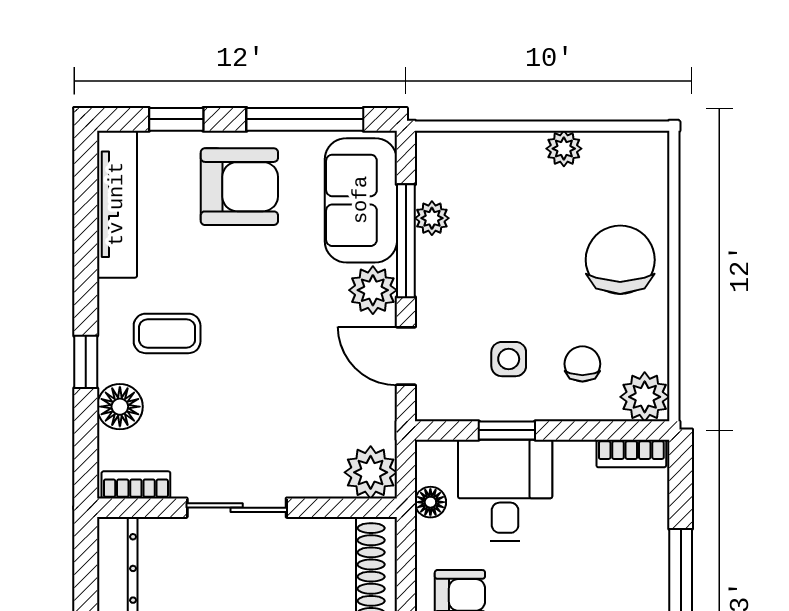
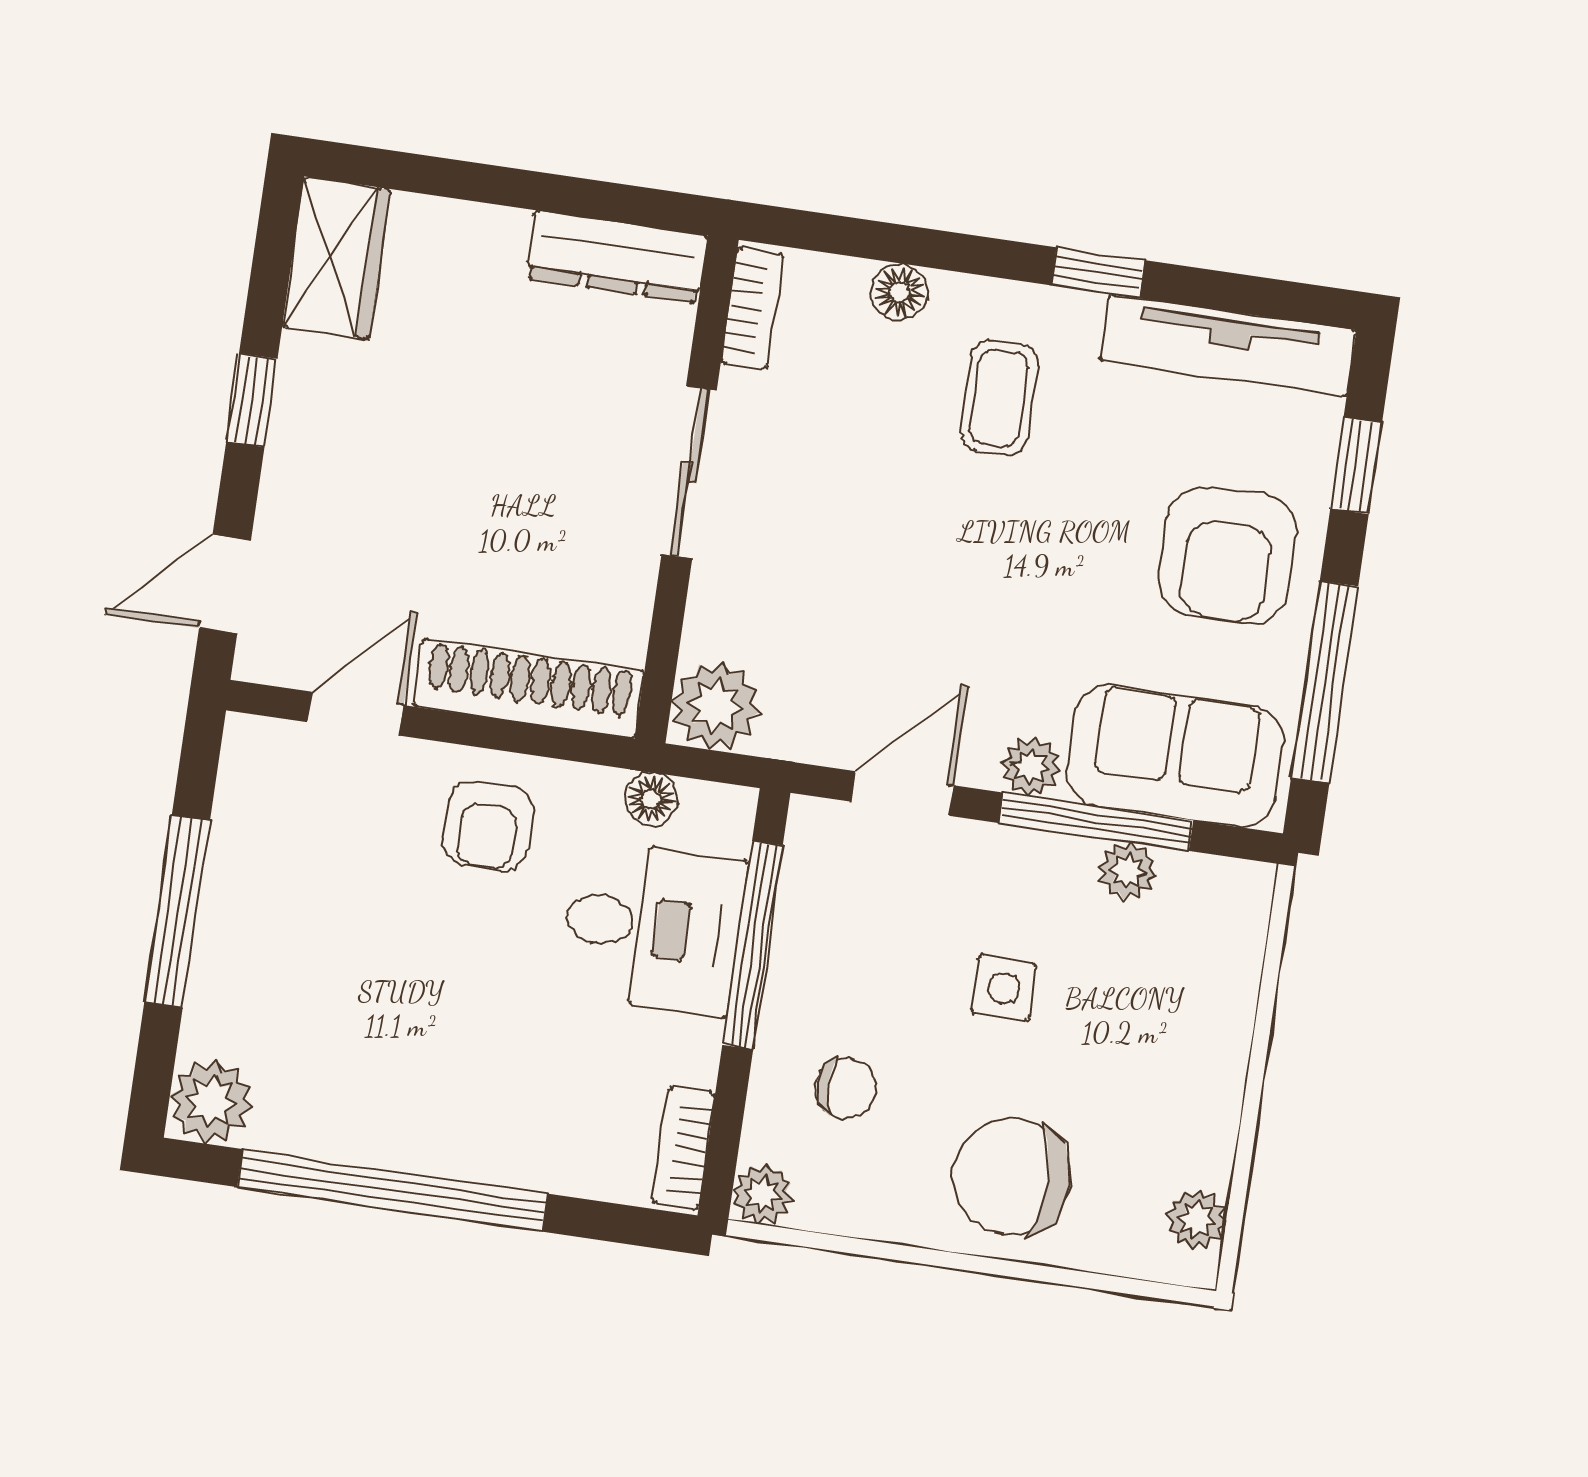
plant: (564, 149) -> (1196, 1219), moved
chair: (620, 260) -> (1012, 1177), turned 180
plant: (373, 290) -> (1031, 767), width x0.73, depth x0.73
side table: (509, 359) -> (1004, 988), moved
window: (86, 362) -> (1098, 273), moved
plant: (645, 397) -> (763, 1194), width x0.73, depth x0.73
floor lamp: (120, 407) -> (899, 292), width x0.73, depth x0.73
window: (507, 430) -> (753, 945), width x2.17

